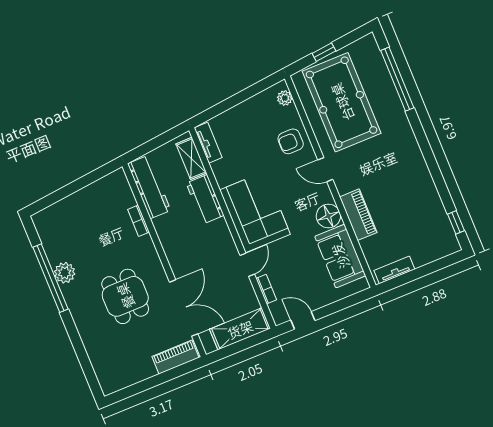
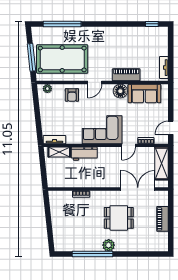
window: (324, 52) -> (31, 57), width x2.17
workbench: (149, 187) -> (65, 181), removed
door: (247, 265) -> (129, 145), swing flipped
plant: (65, 273) -> (109, 245), moved
piano: (175, 357) -> (162, 219), moved

